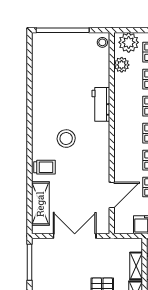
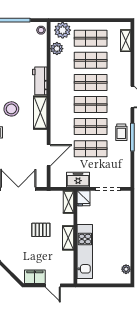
shelving: (101, 143) -> (40, 113), added
shelving: (136, 266) -> (69, 202), moved

